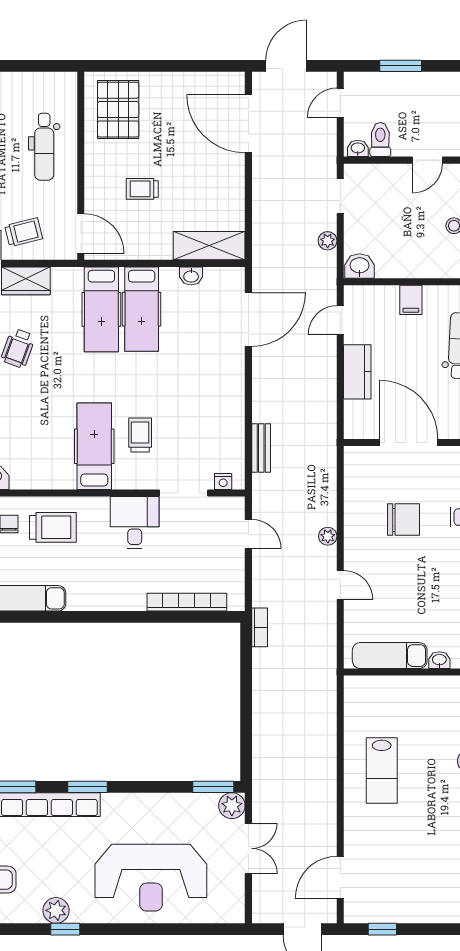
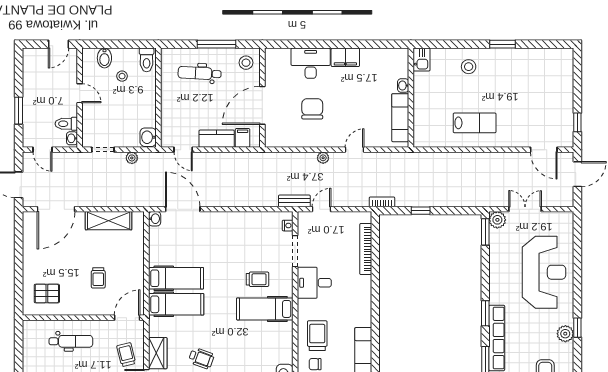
pallet: (118, 110) -> (47, 293), width x0.67, depth x0.71
shelving: (209, 246) -> (109, 221), moved, turned 90
washbasin: (191, 276) -> (155, 219), moved
filing cabinet: (411, 300) -> (243, 138), moved, turned -90
trolley: (140, 435) -> (257, 279), turned 180
bench: (261, 448) -> (294, 201), moved
window: (246, 687) -> (421, 211), added

